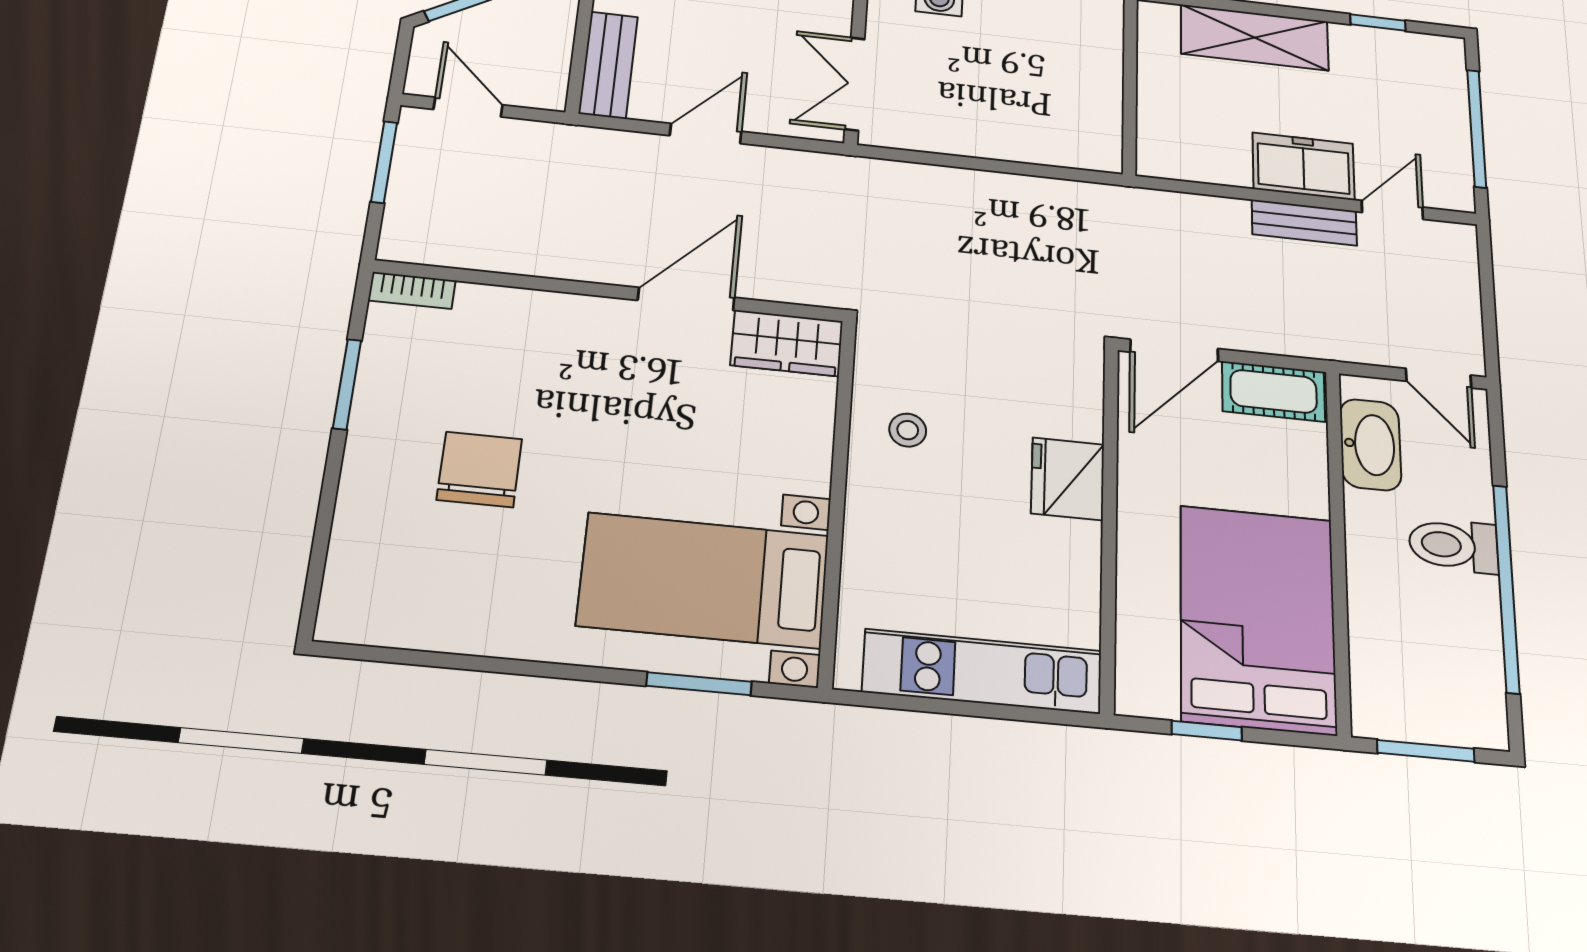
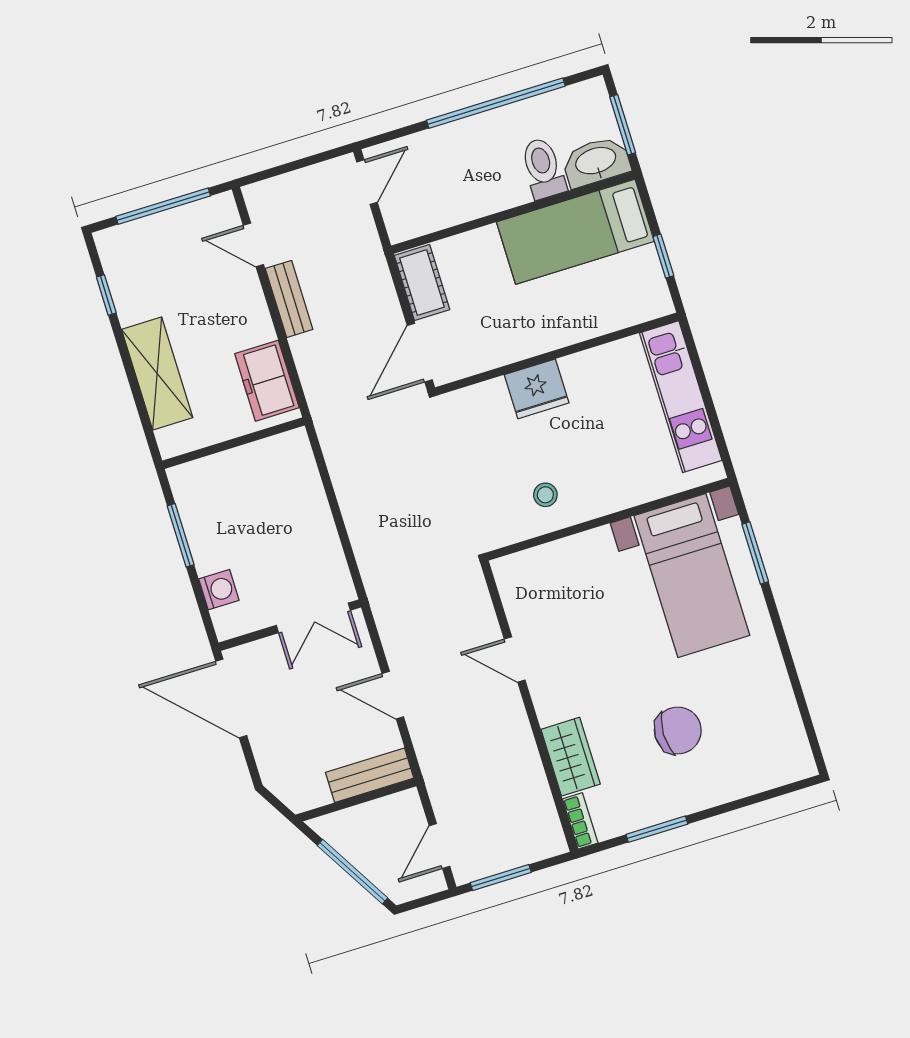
freezer: (1303, 166) -> (267, 381), moved
door: (686, 299) -> (515, 659), width x0.73
wardrobe: (787, 343) -> (571, 757), moved
door: (1174, 350) -> (420, 353), swing flipped
washbasin: (1370, 445) -> (596, 162), moved
chair: (479, 469) -> (678, 730), turned 180
toilet: (1454, 545) -> (543, 168), moved, turned 180
bed: (1258, 619) -> (575, 232), width x0.67

